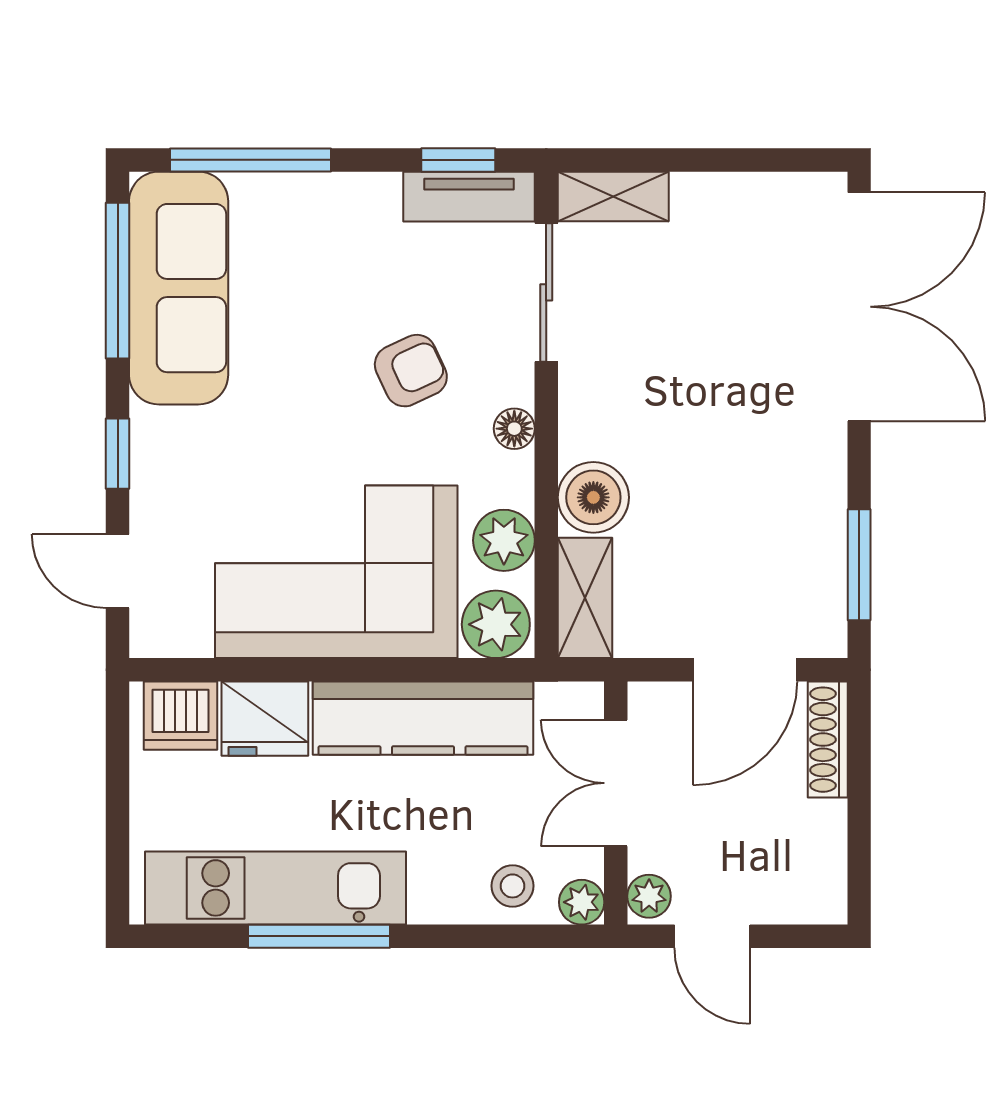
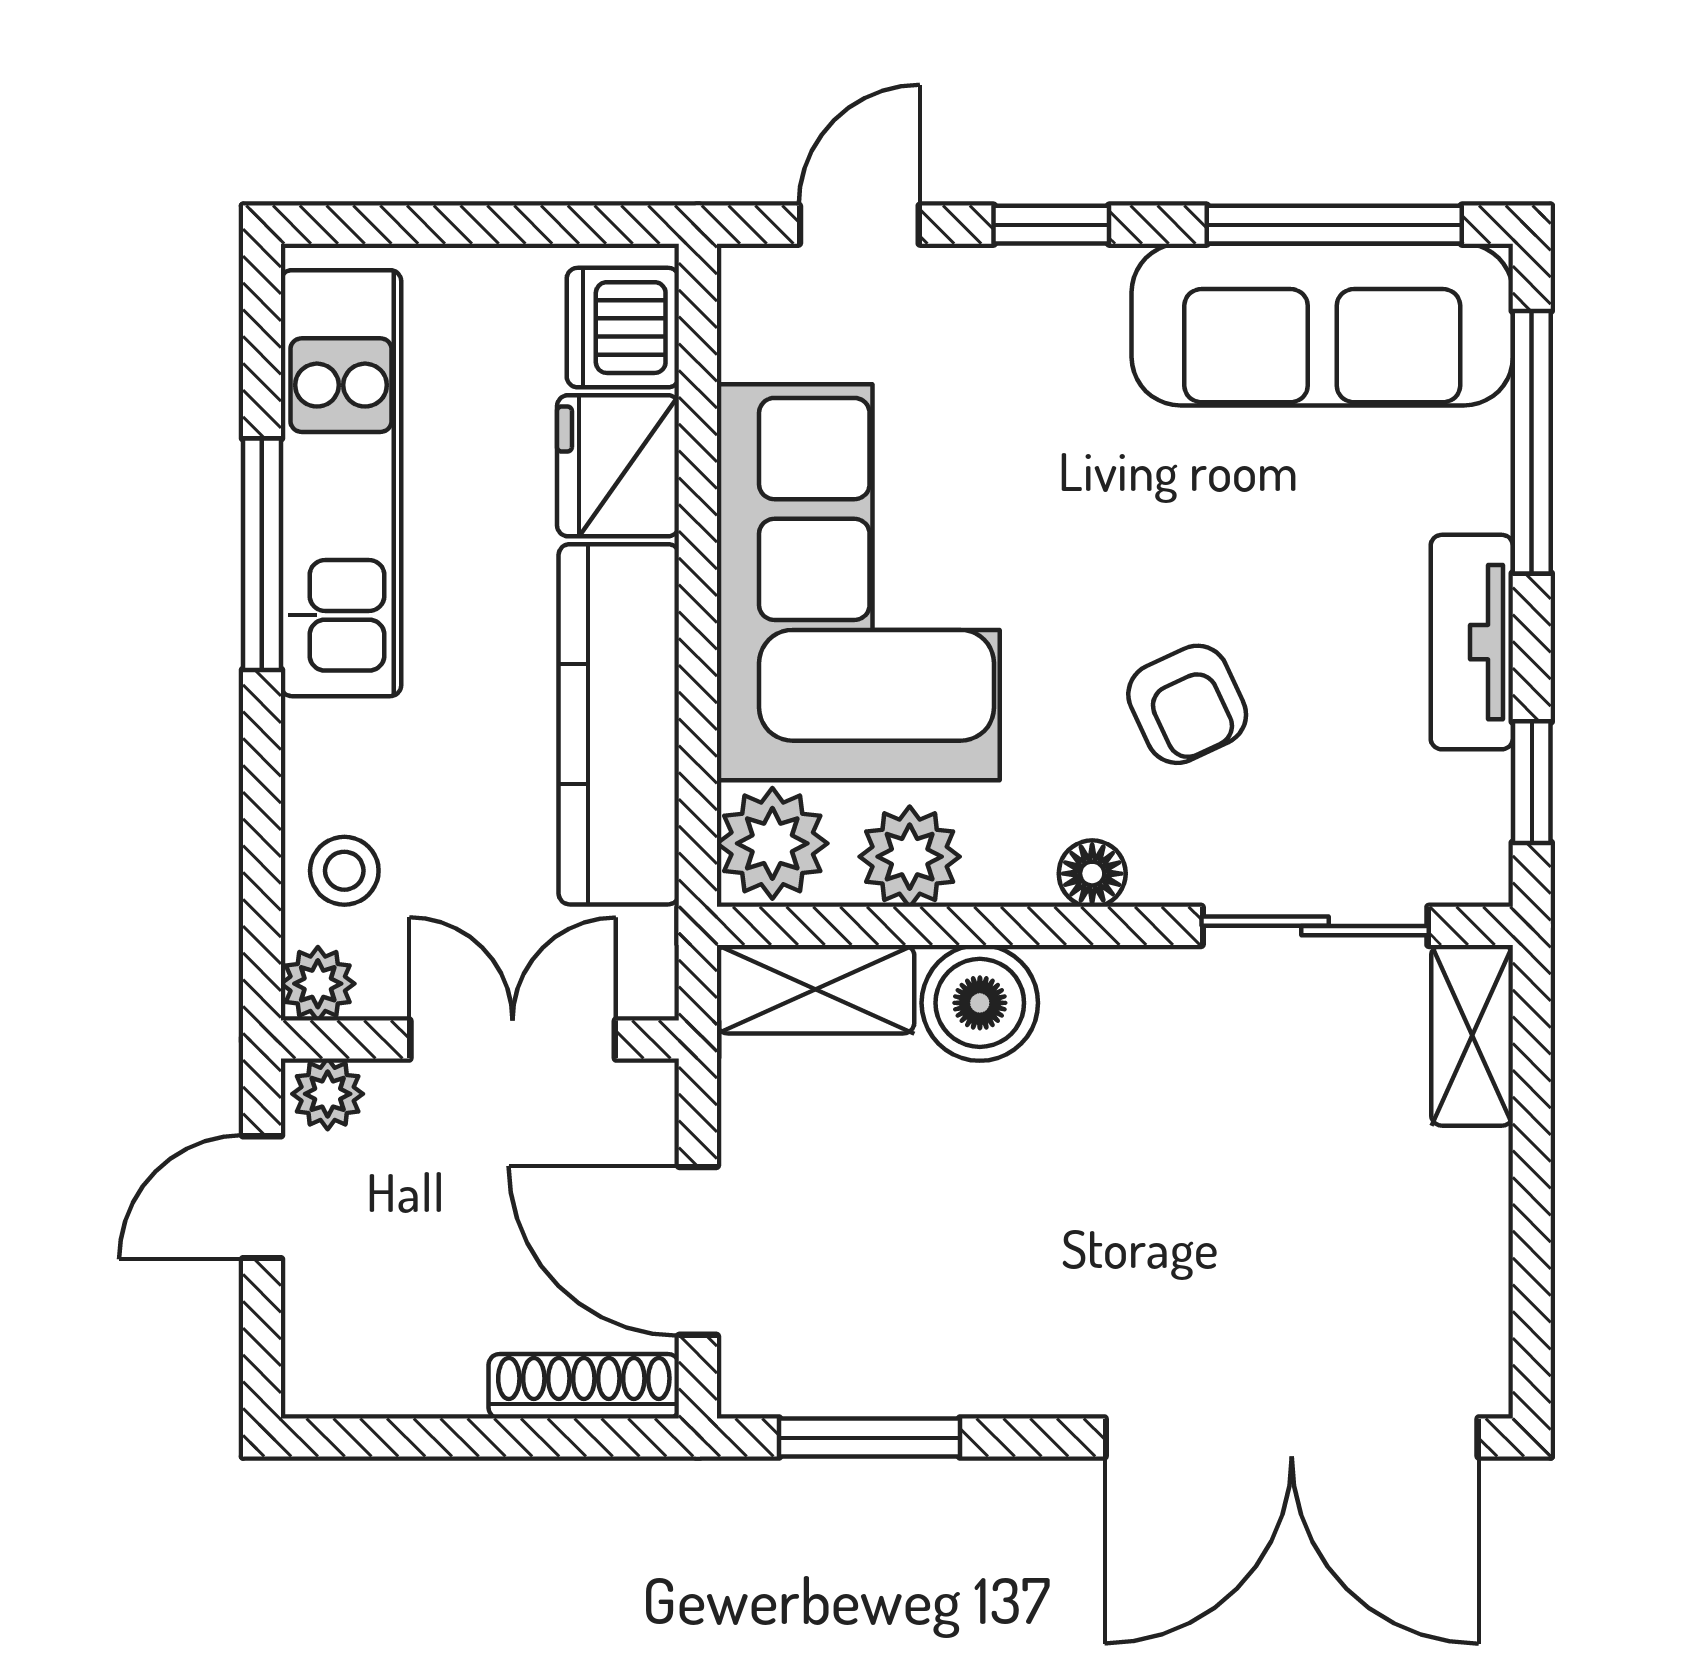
tv unit: (469, 197) -> (1472, 642), moved

